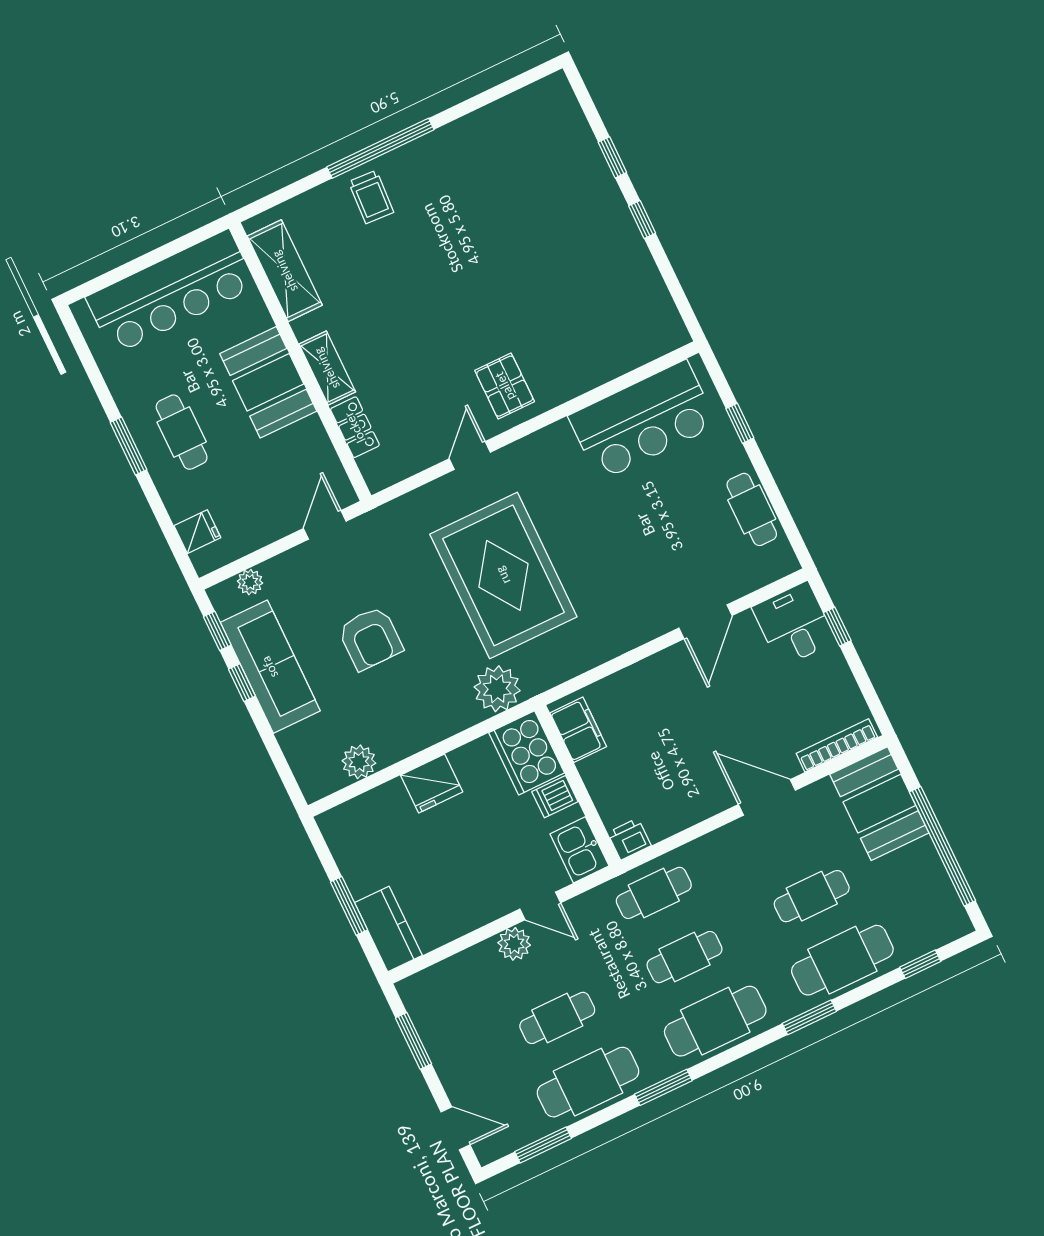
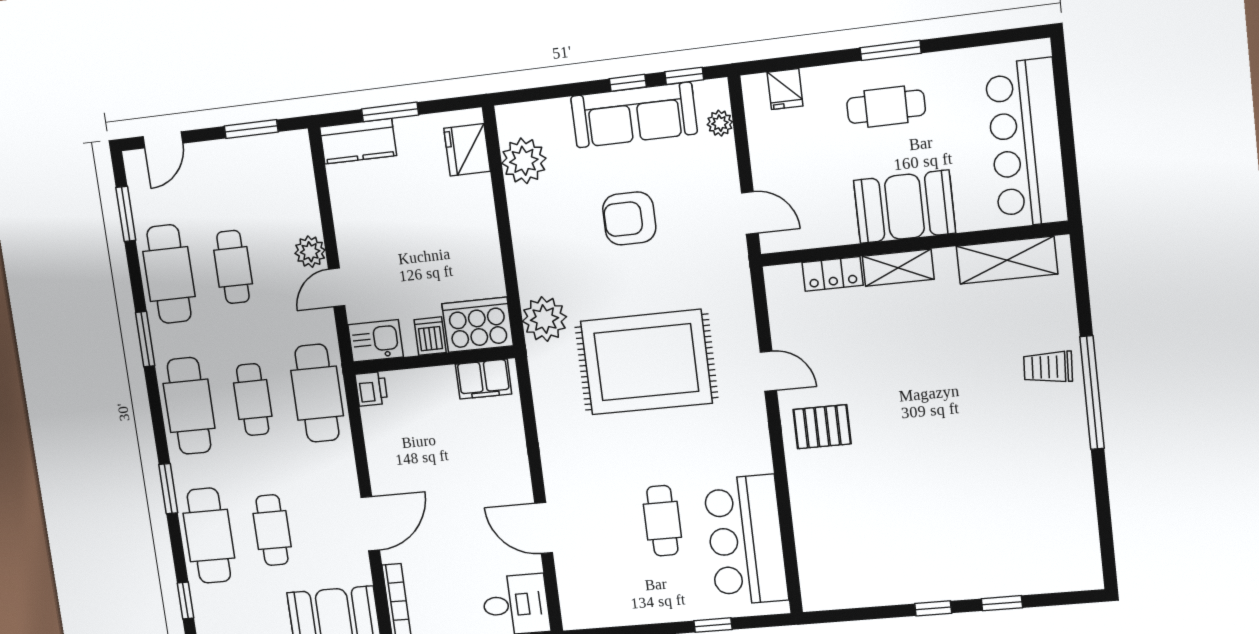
cafe table: (752, 509) -> (662, 521), moved, turned 90
plant: (359, 762) -> (524, 161), width x1.36, depth x1.36
fridge: (432, 783) -> (467, 150), moved
cafe table: (654, 893) -> (317, 393), width x1.37, depth x1.35

